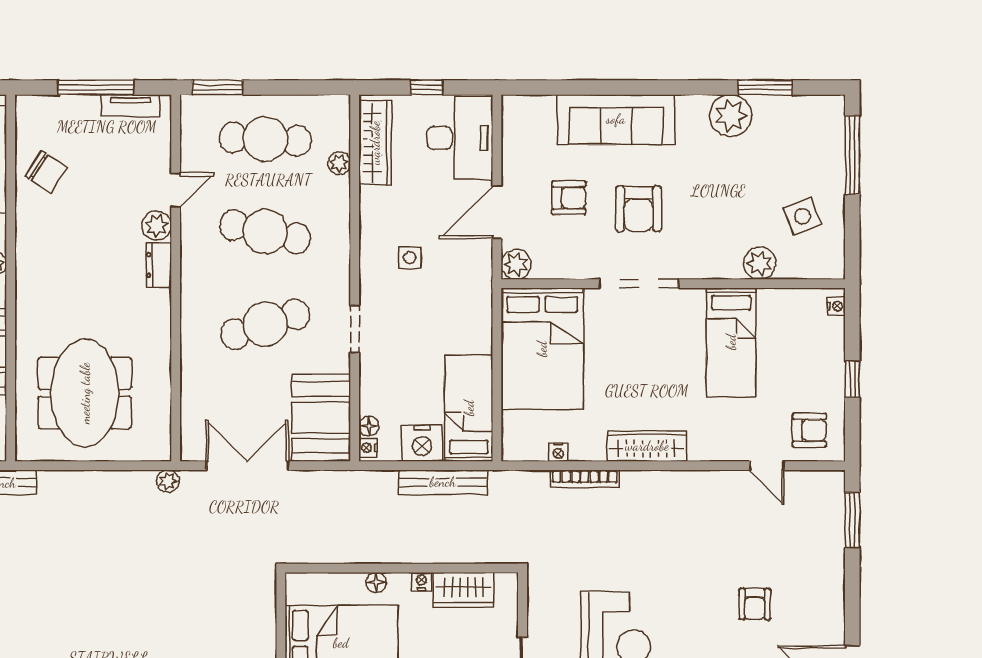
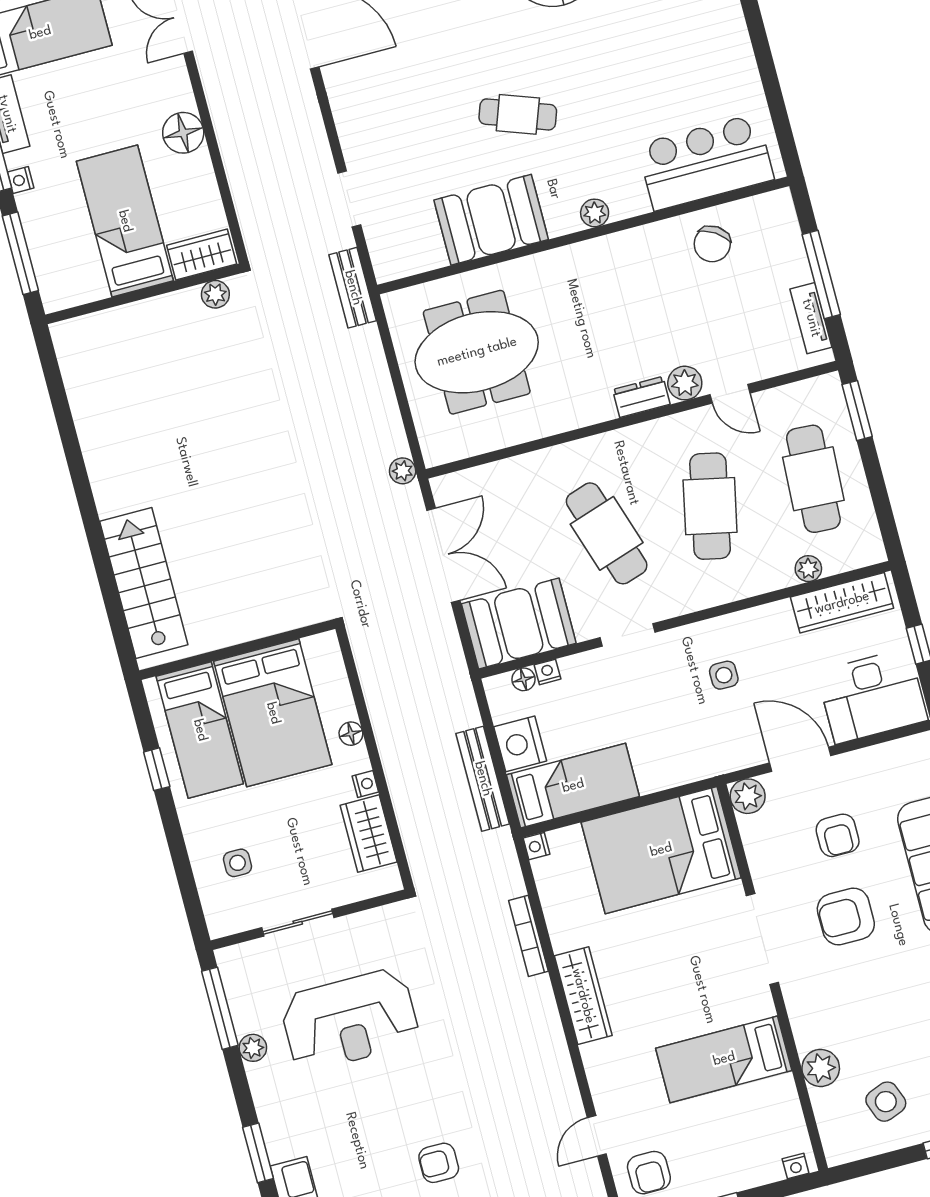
nightstand: (368, 448) -> (548, 672), moved
nightstand: (559, 452) -> (536, 846), moved

